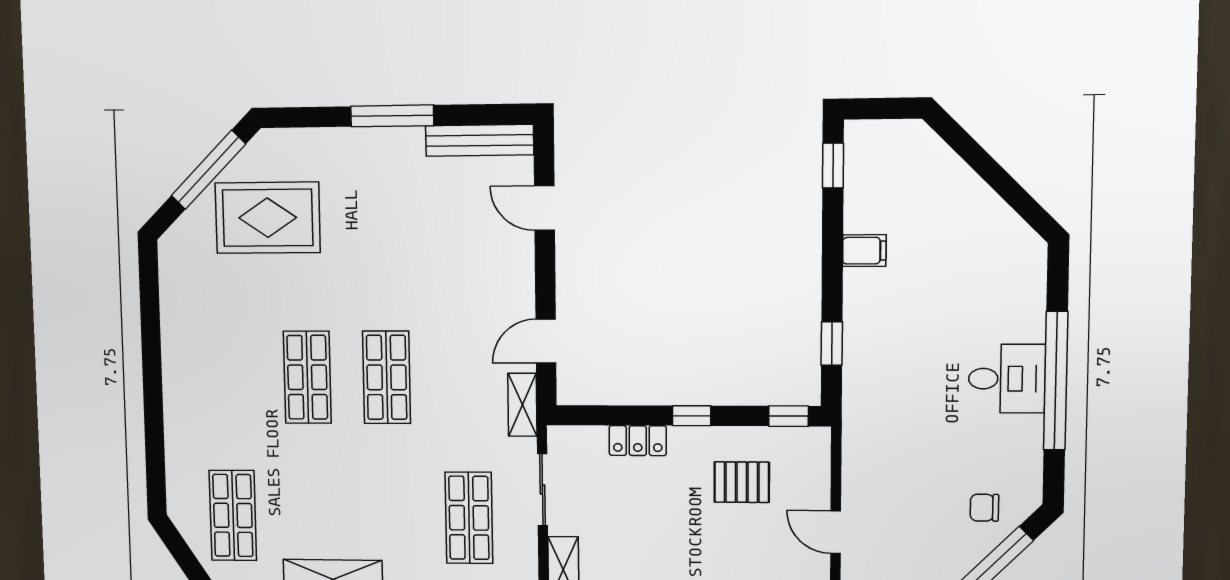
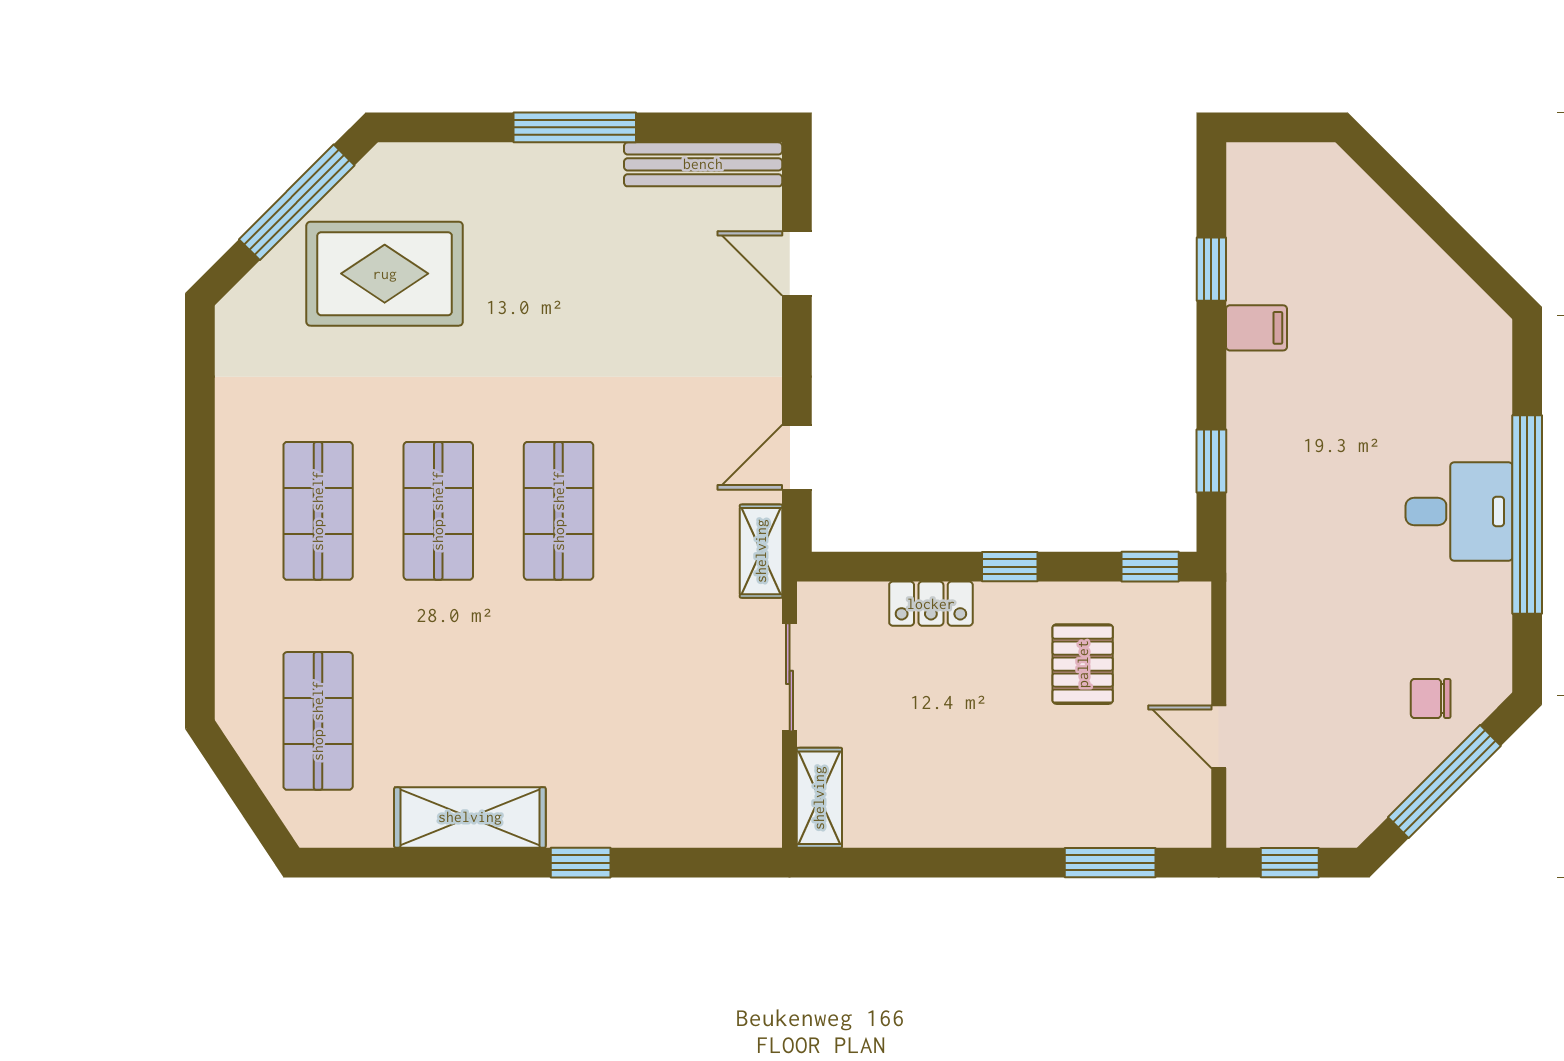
window: (833, 166) -> (1211, 269), moved
pallet: (742, 482) -> (1083, 664), turned 90
shop shelf: (469, 518) -> (318, 511), moved

